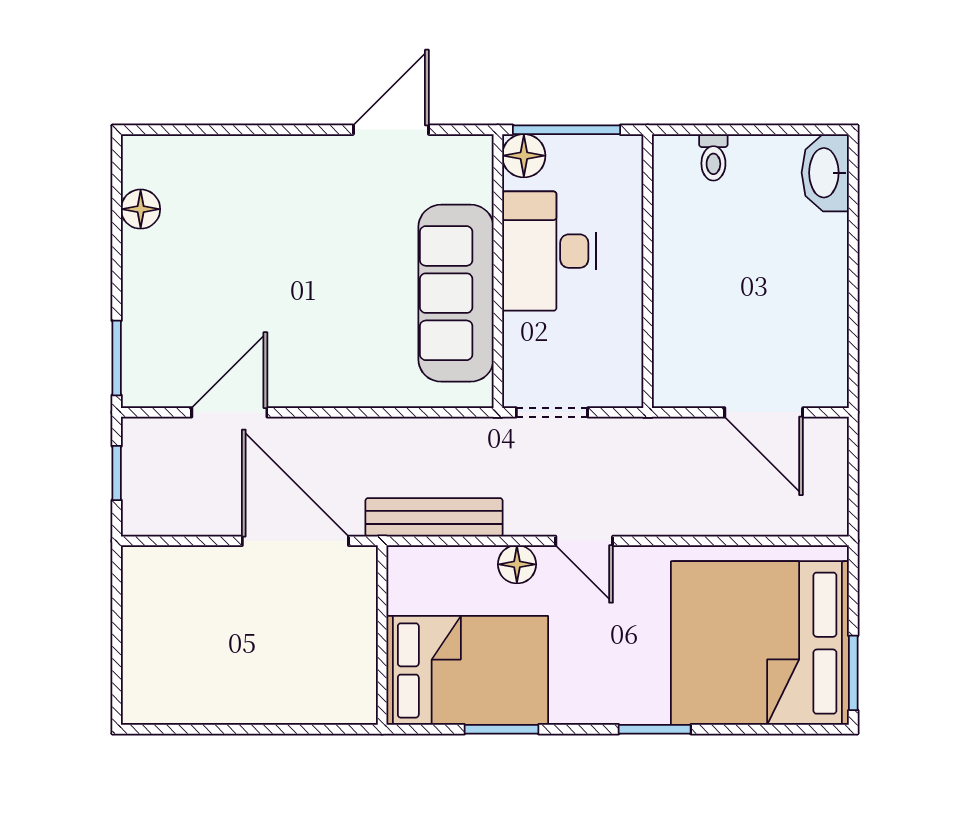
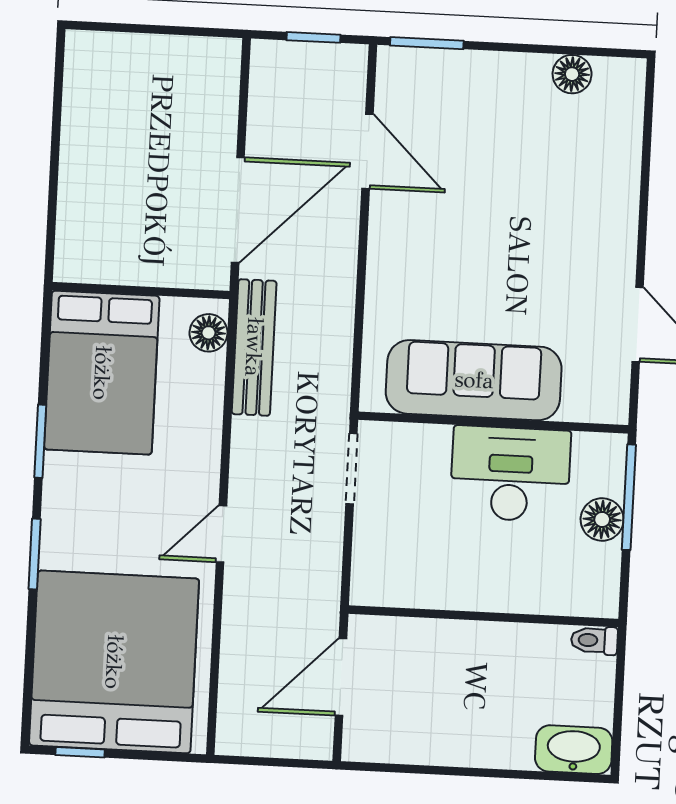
floor lamp: (524, 156) -> (602, 520), moved
wall: (648, 271) -> (483, 616), moved
door: (584, 541) -> (221, 534), moved
floor lamp: (517, 564) -> (208, 333), moved
window: (853, 673) -> (80, 752), width x0.67
window: (502, 729) -> (40, 441), moved

